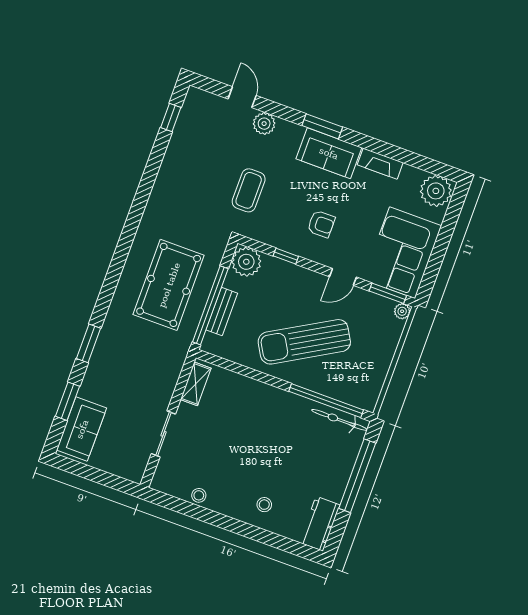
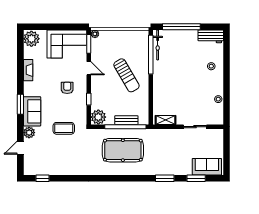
sofa: (329, 153) -> (32, 111), moved
sun lounger: (304, 342) -> (126, 75), width x0.73, depth x0.75

